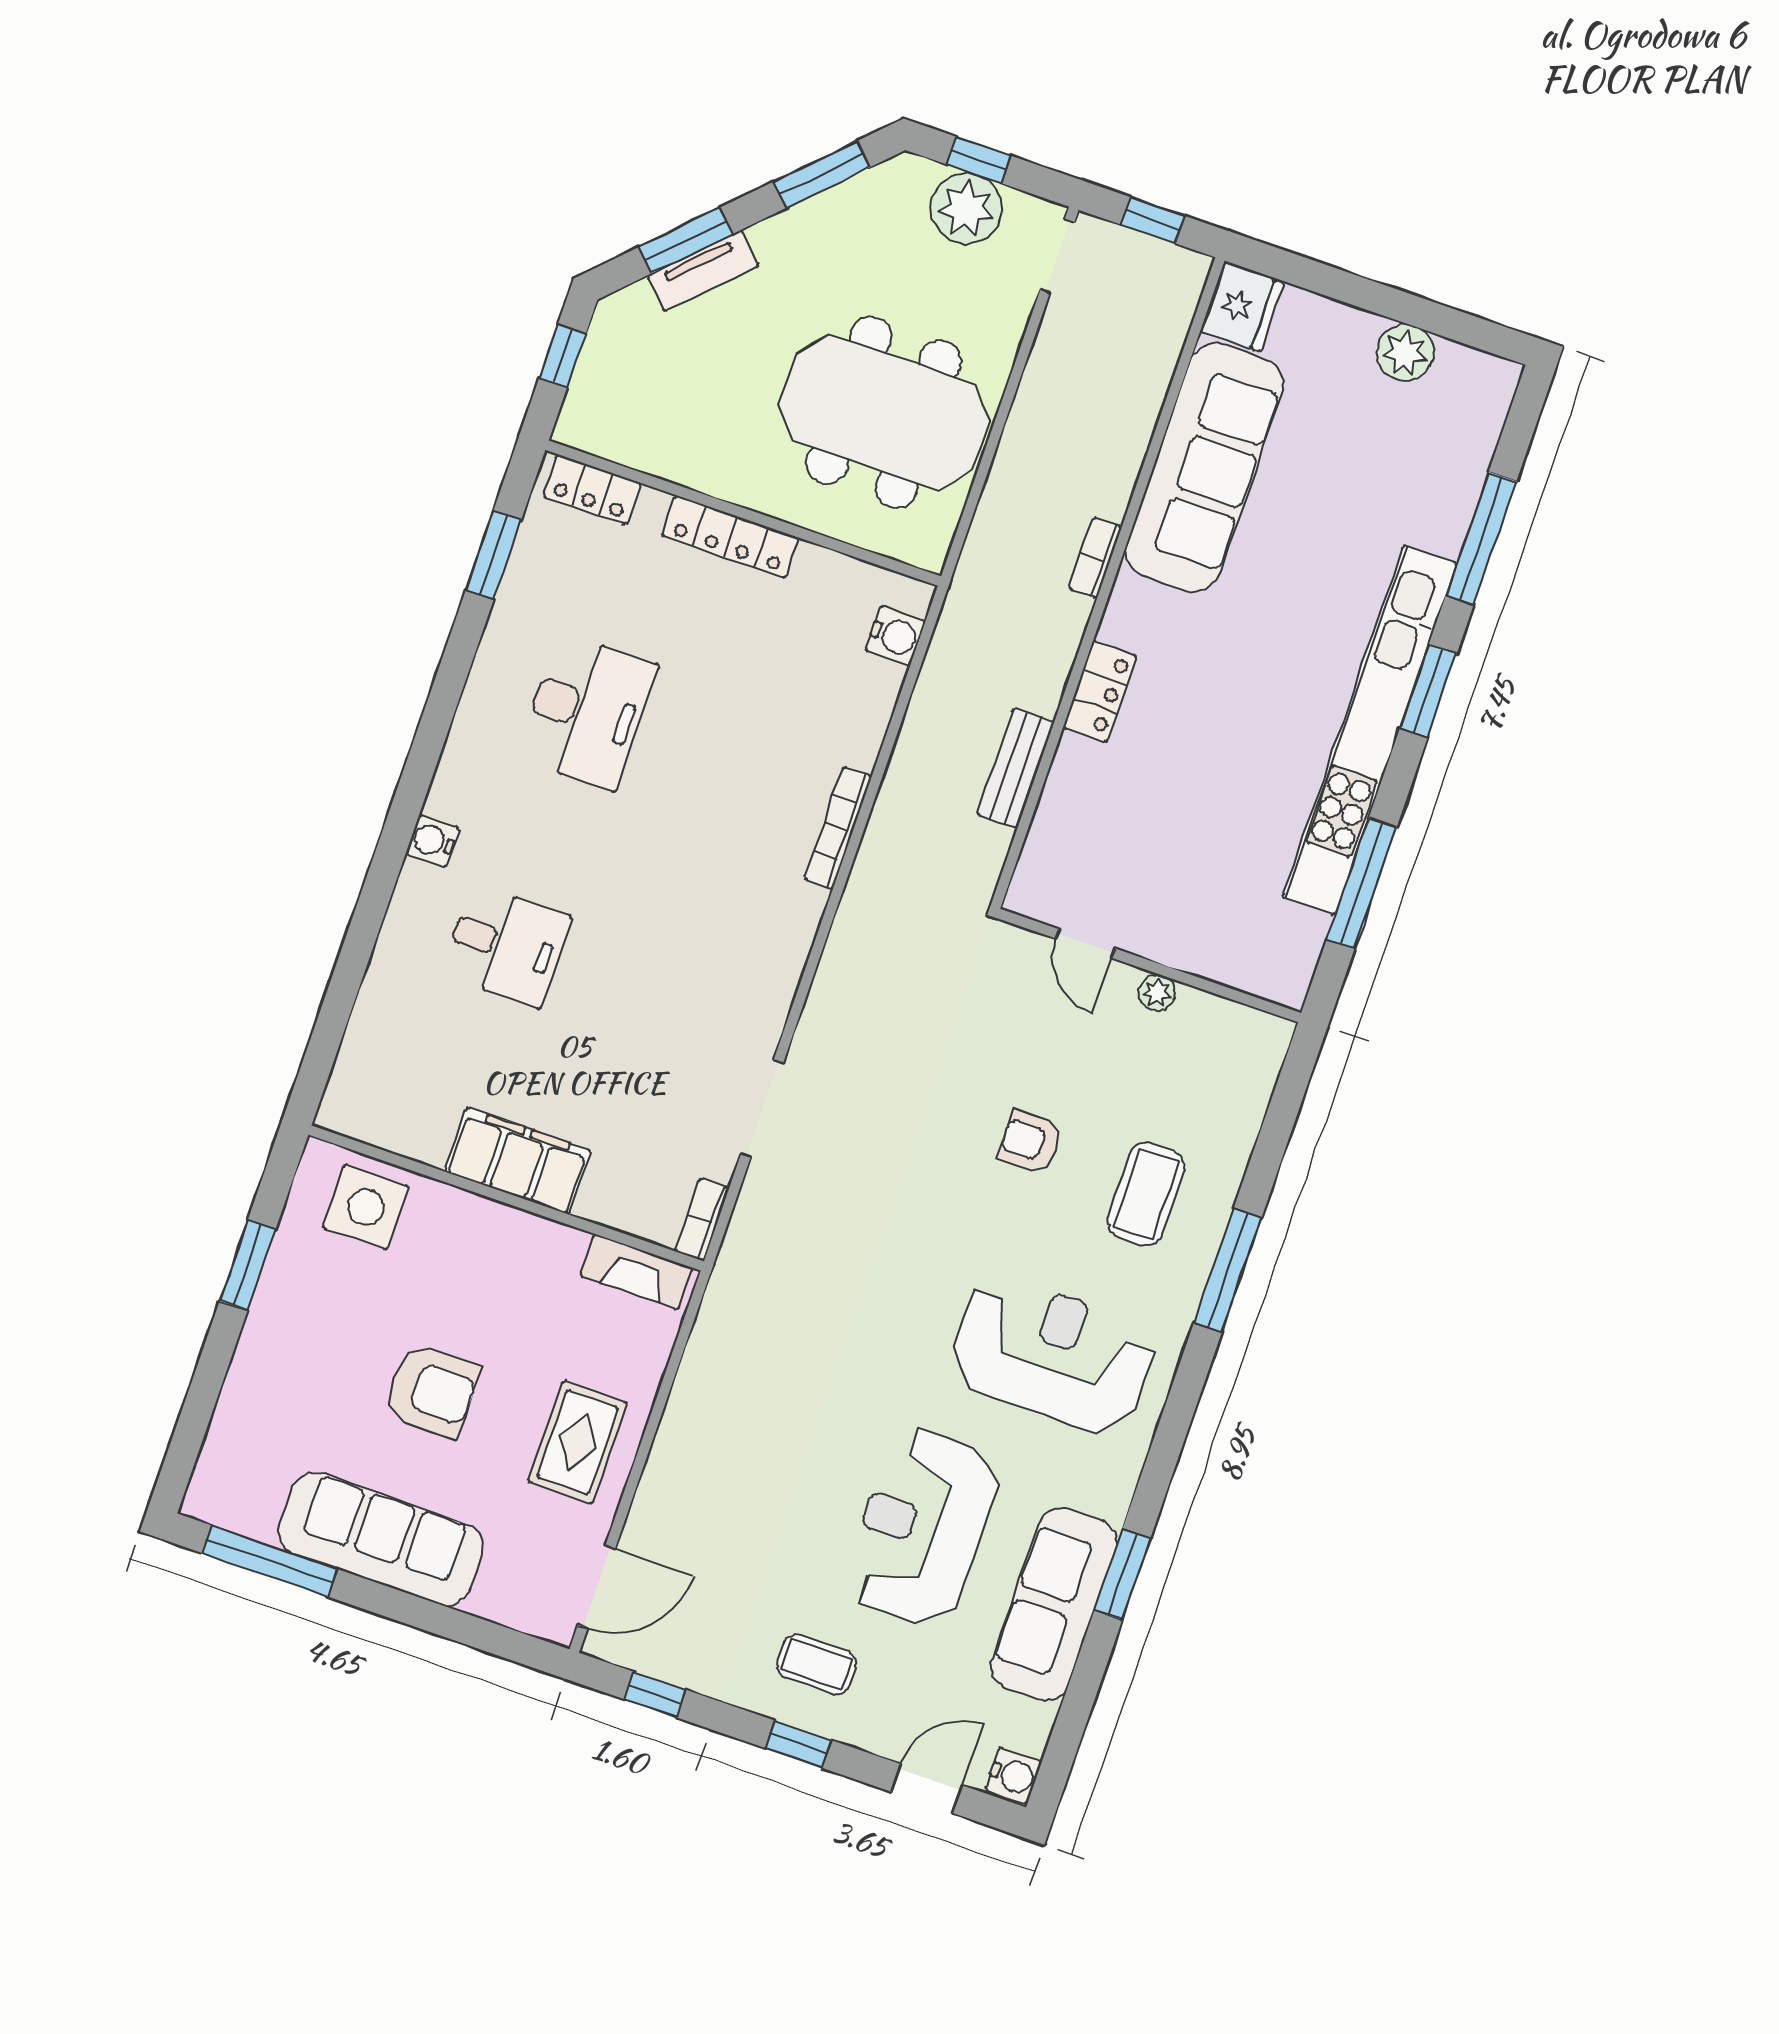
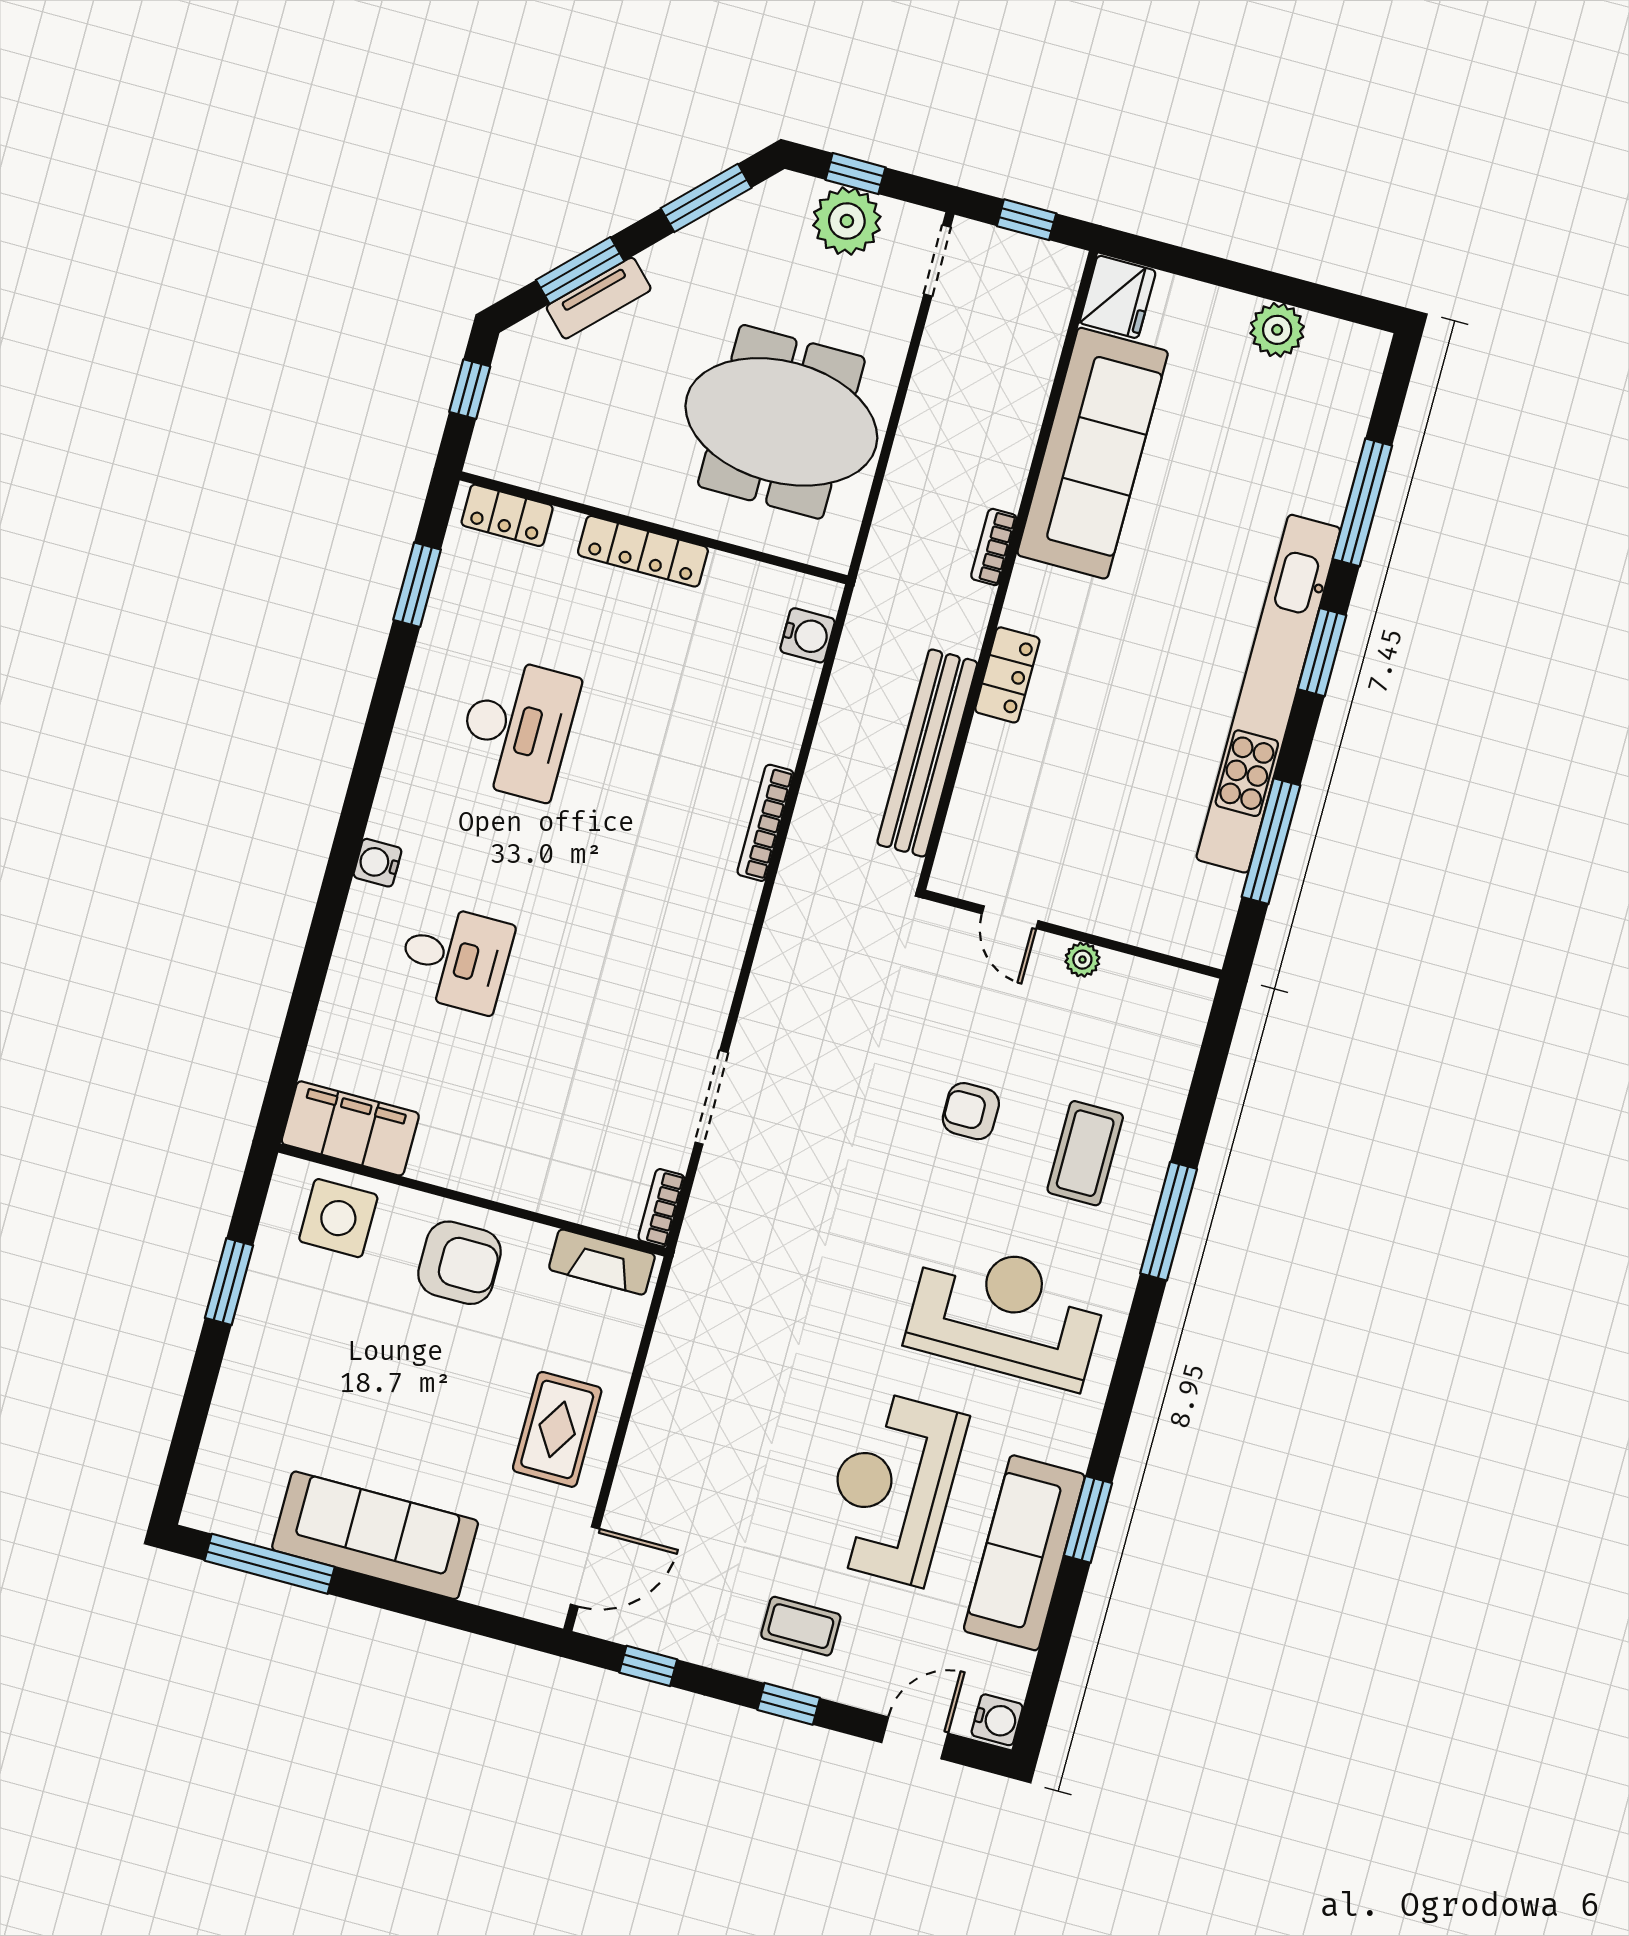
bench: (1016, 768) -> (927, 753), width x1.86, depth x1.21
filing cabinet: (518, 1161) -> (350, 1128), moved
armchair: (432, 1391) -> (459, 1263), moved

